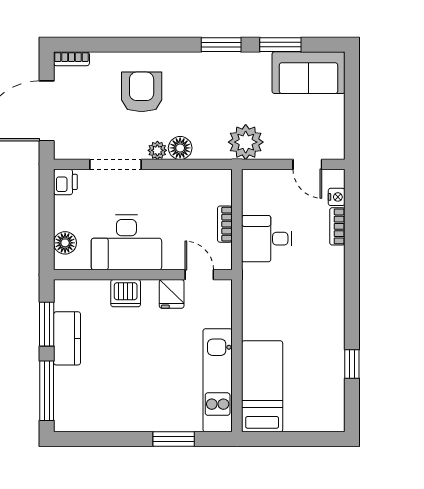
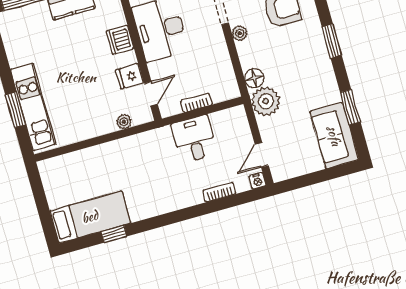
window: (221, 45) -> (332, 41), moved
floor lamp: (180, 148) -> (254, 78), moved
nightstand: (337, 197) -> (258, 181), moved
plant: (223, 316) -> (124, 122), added
kitchen unit: (218, 380) -> (33, 107), moved, turned 90
bed: (262, 386) -> (90, 217), moved

